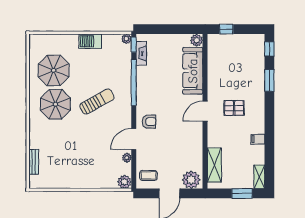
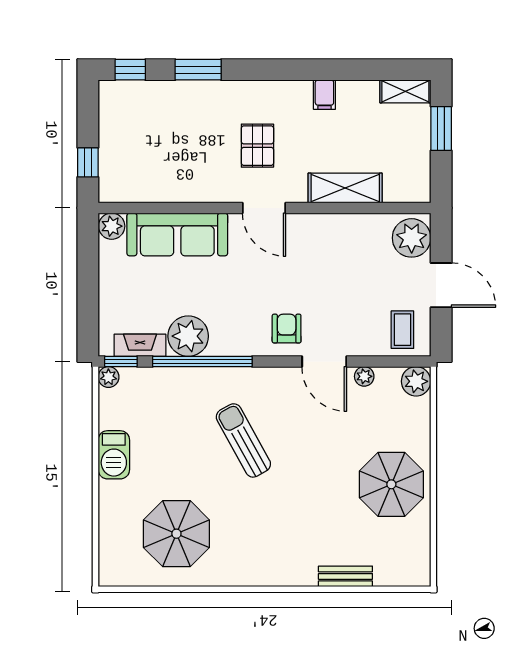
plant: (145, 76) -> (188, 336), added
parasol: (55, 104) -> (391, 484), moved
bench: (34, 162) -> (345, 576), moved
shelving: (214, 165) -> (345, 188), moved

